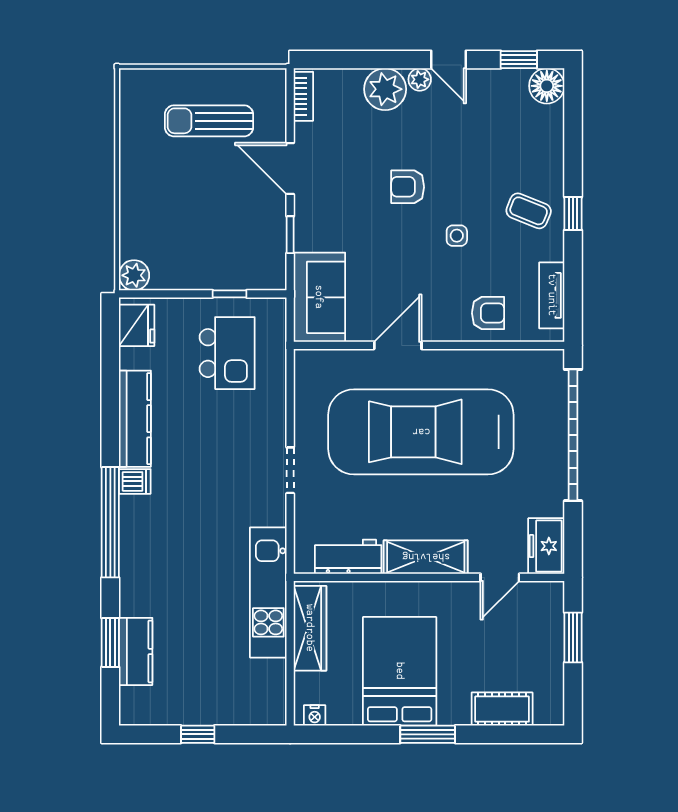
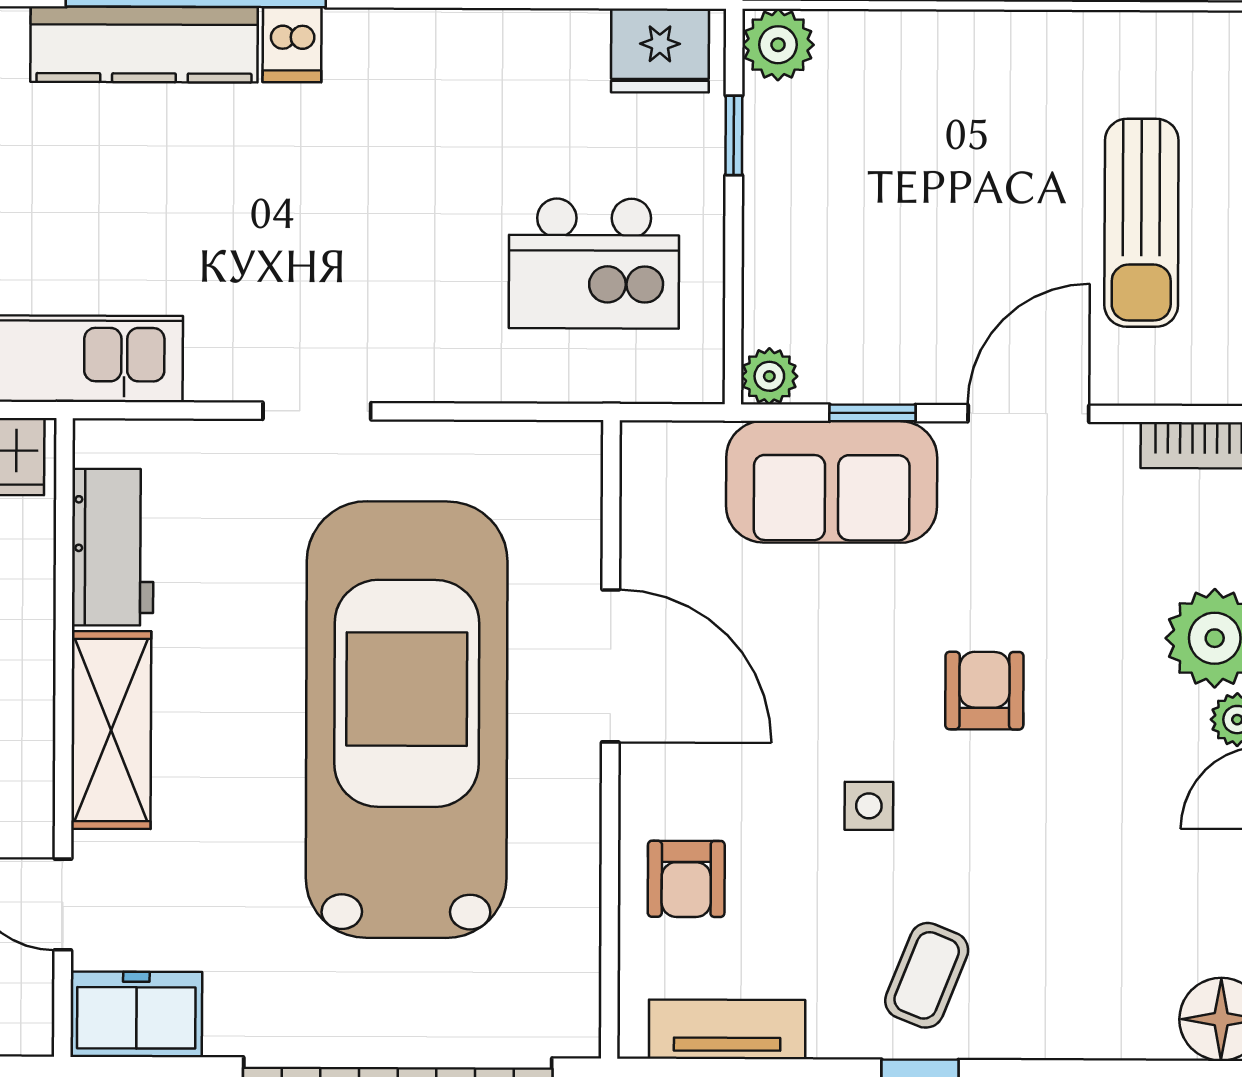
sun lounger: (209, 121) -> (1141, 223), turned 180
plant: (275, 278) -> (769, 376), added
window: (230, 294) -> (734, 135), moved
sofa: (319, 297) -> (832, 482), moved
door: (398, 345) -> (611, 666), width x1.36
kitchen counter: (135, 419) -> (144, 45), moved

